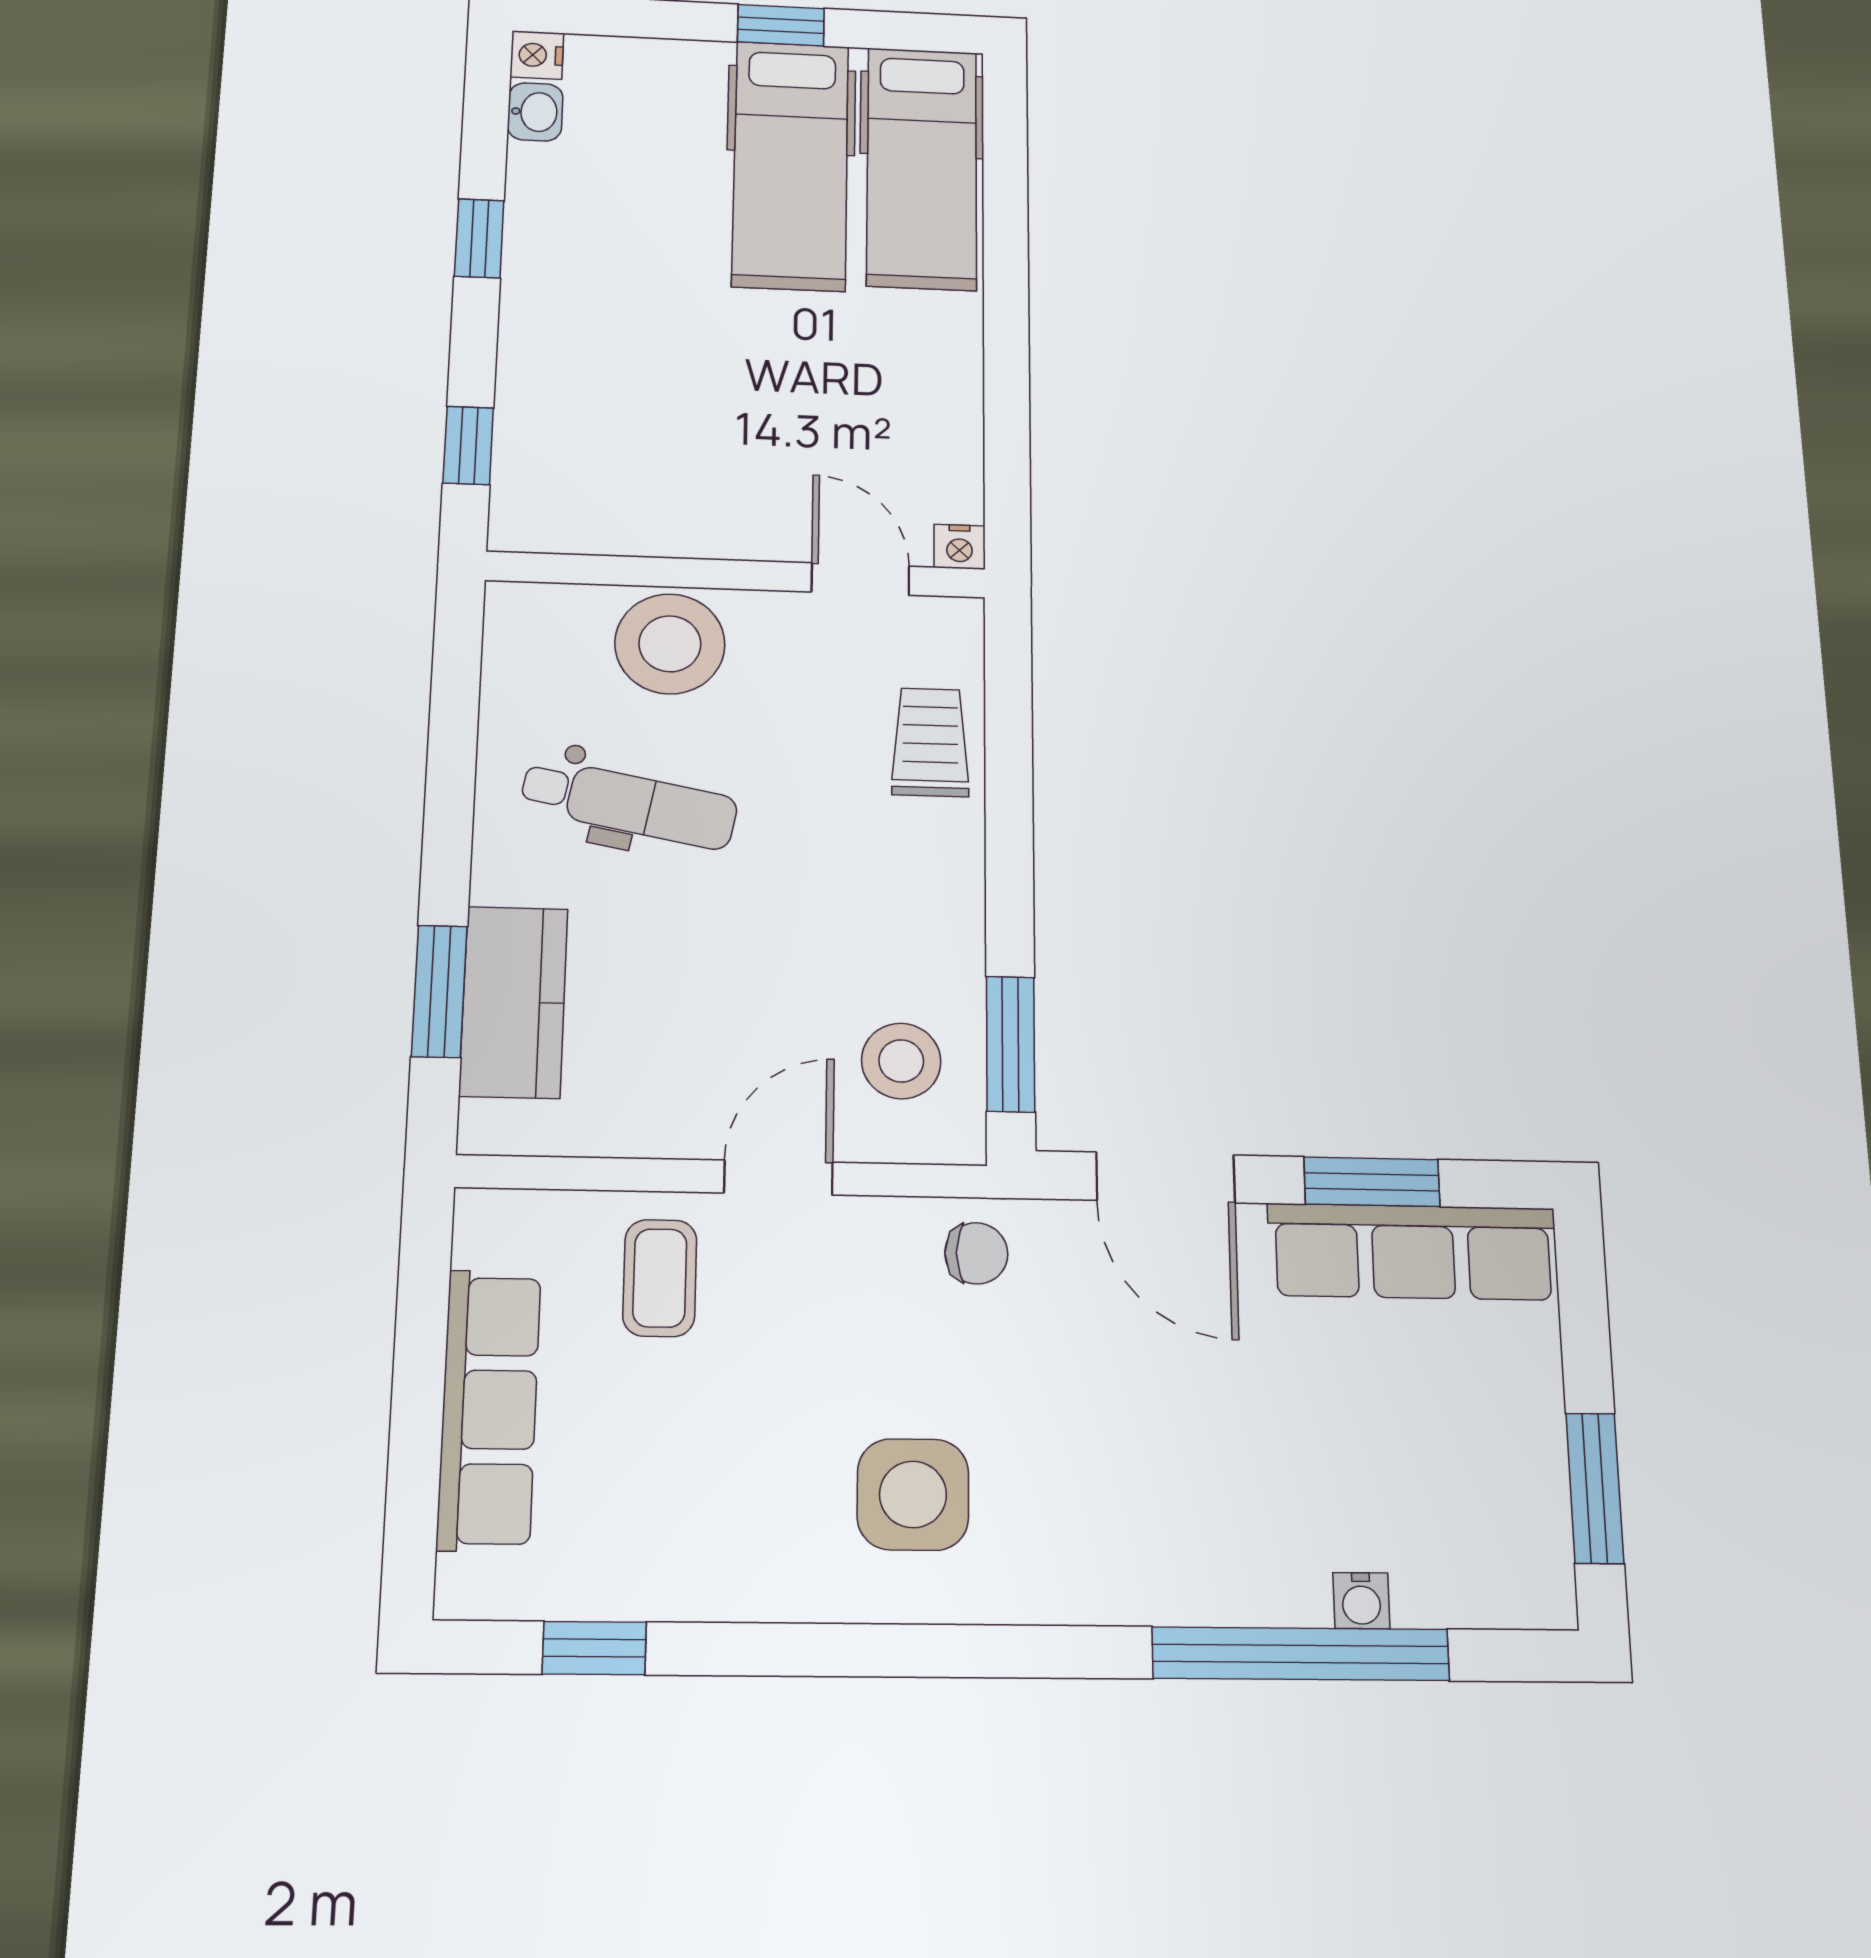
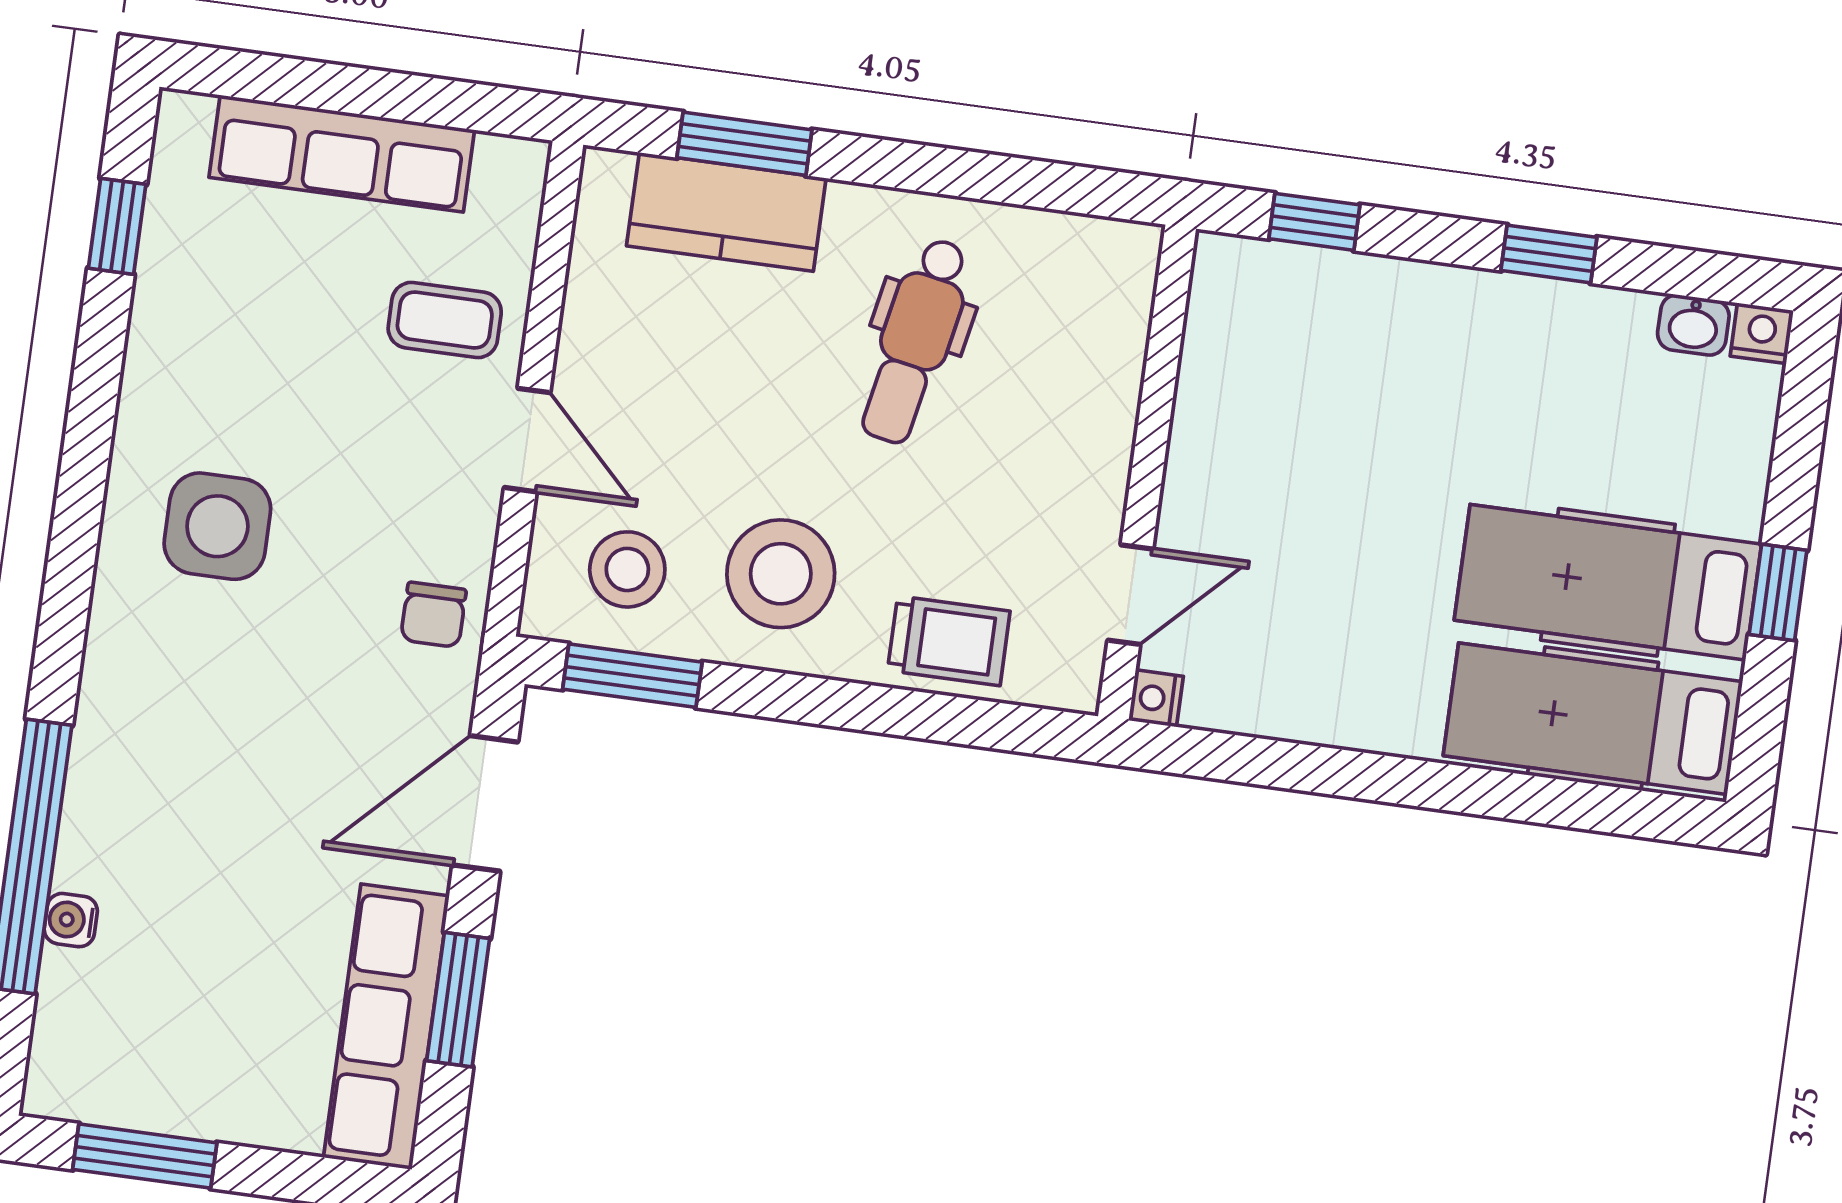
stool: (670, 644) -> (781, 574), moved

